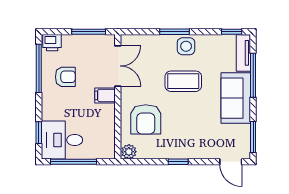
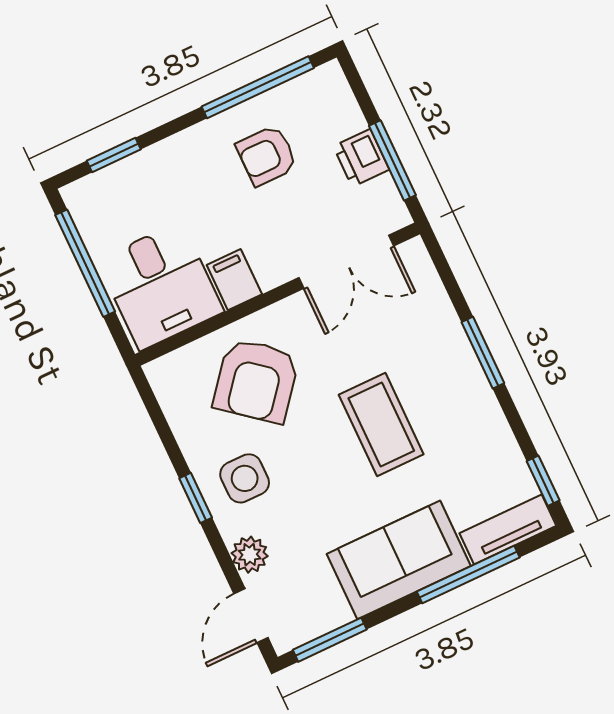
printer: (52, 43) -> (361, 158), moved
side table: (186, 46) -> (245, 478), moved
armchair: (65, 77) -> (267, 156), turned 90
filing cabinet: (105, 95) -> (234, 280), moved
armchair: (146, 119) -> (256, 381), turned -51
desk: (62, 140) -> (161, 286), moved, turned 180
plant: (129, 152) -> (250, 555), moved

